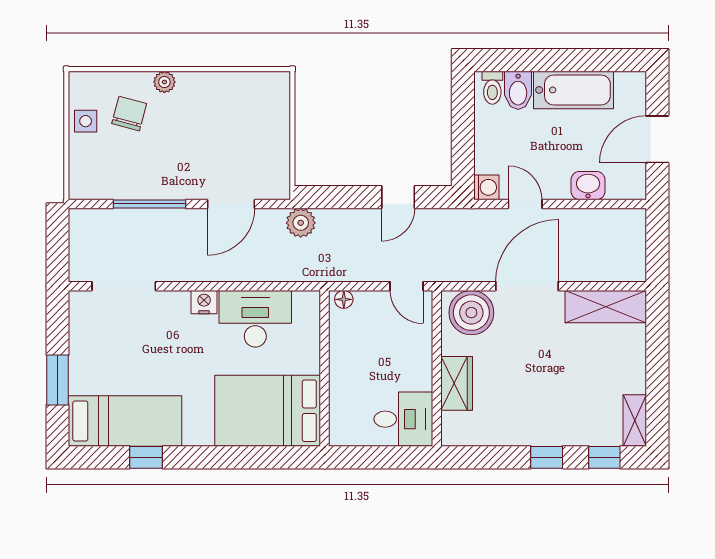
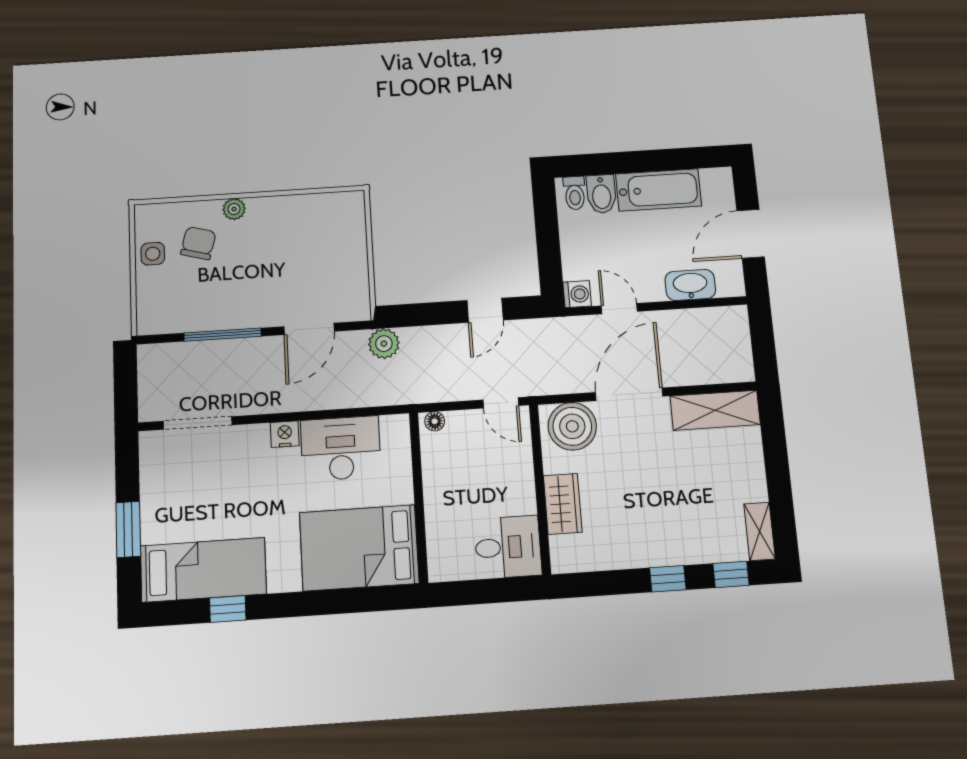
washbasin: (588, 186) -> (690, 285), width x1.38

